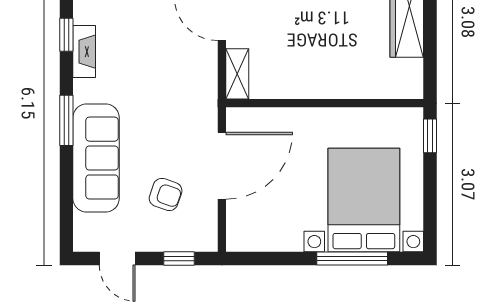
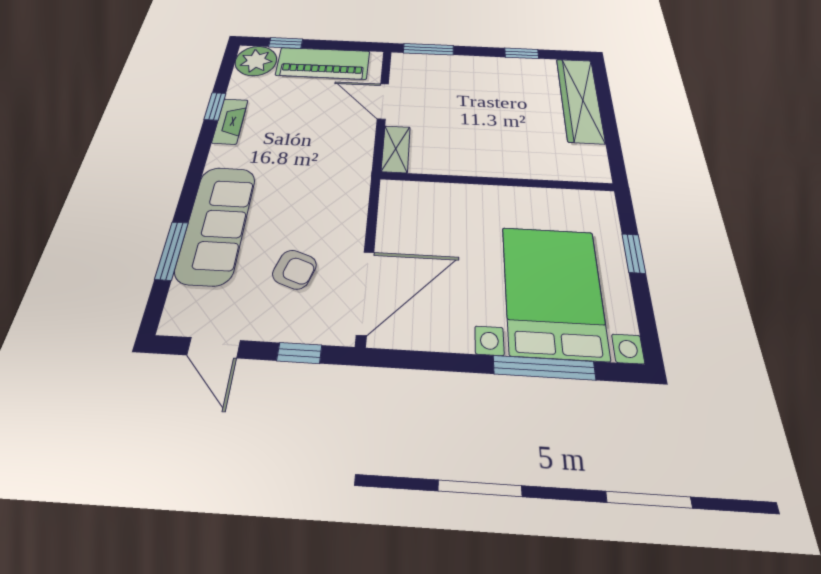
window: (66, 120) -> (172, 250), moved
window: (430, 136) -> (634, 253), moved
door: (222, 166) -> (365, 292), moved

